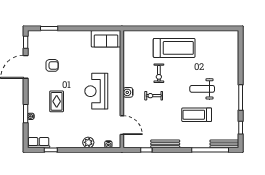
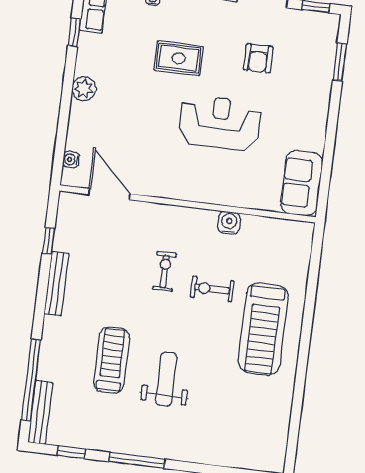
reception desk: (96, 91) -> (220, 123), moved
water cooler: (128, 92) -> (229, 223), moved
door: (122, 125) -> (109, 194), swing flipped
plant: (88, 142) -> (84, 89), moved

